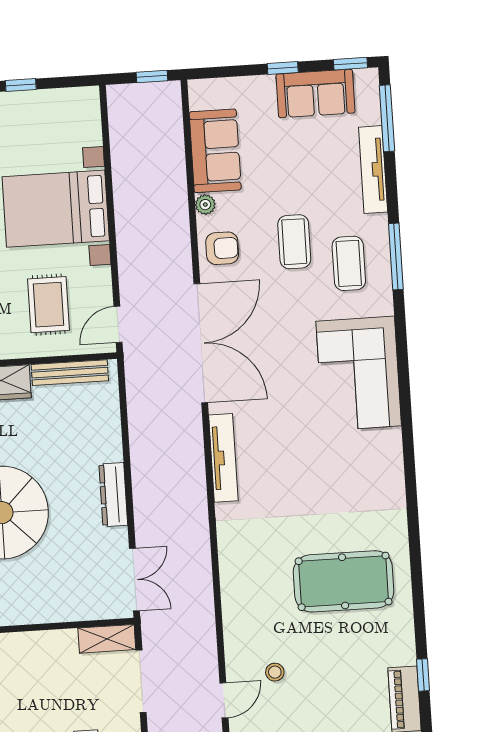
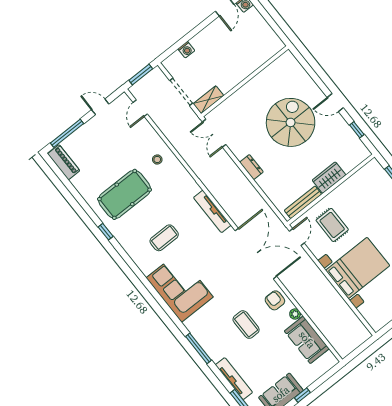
window: (152, 76) -> (356, 353), removed
armchair: (222, 248) -> (275, 300), turned 90
coffee table: (349, 263) -> (164, 238), moved, turned 90
double door: (201, 343) -> (256, 254), swing flipped
dresser: (113, 495) -> (251, 167), width x0.70
stool: (275, 672) -> (157, 160), moved
window: (423, 675) -> (106, 232), moved

